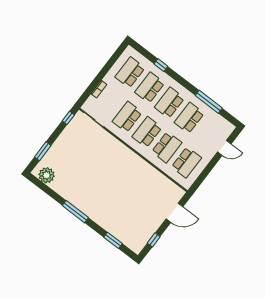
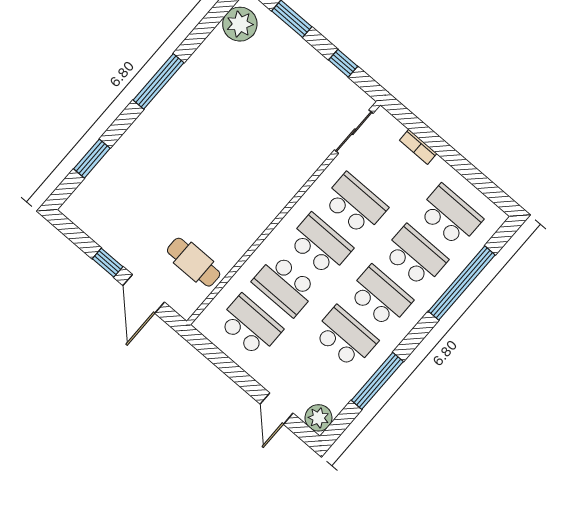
window: (161, 65) -> (462, 283), width x3.17
window: (68, 118) -> (343, 63), moved
plant: (227, 128) -> (318, 418), added
school desk: (186, 162) -> (250, 326), turned 180
cafe table: (158, 190) -> (194, 262), added
window: (154, 240) -> (108, 263), moved

